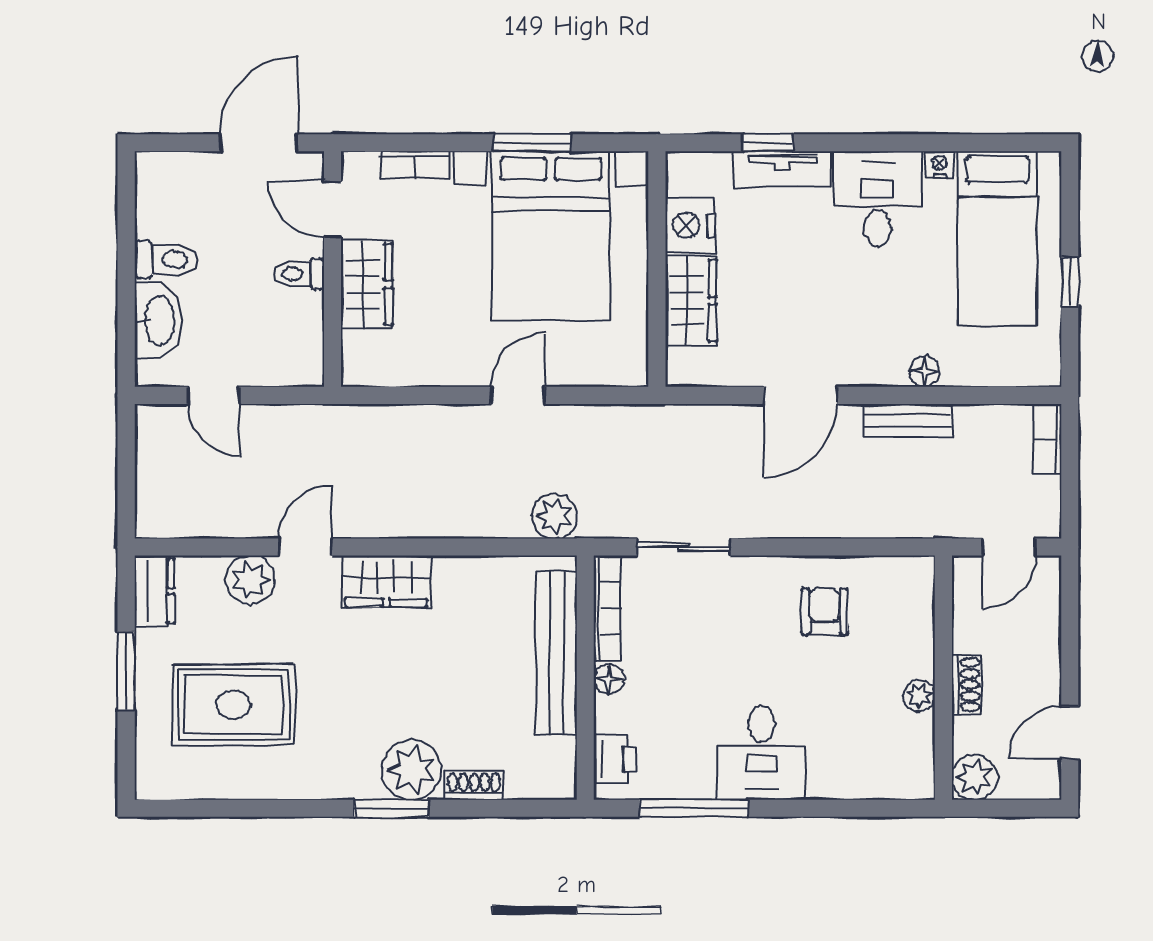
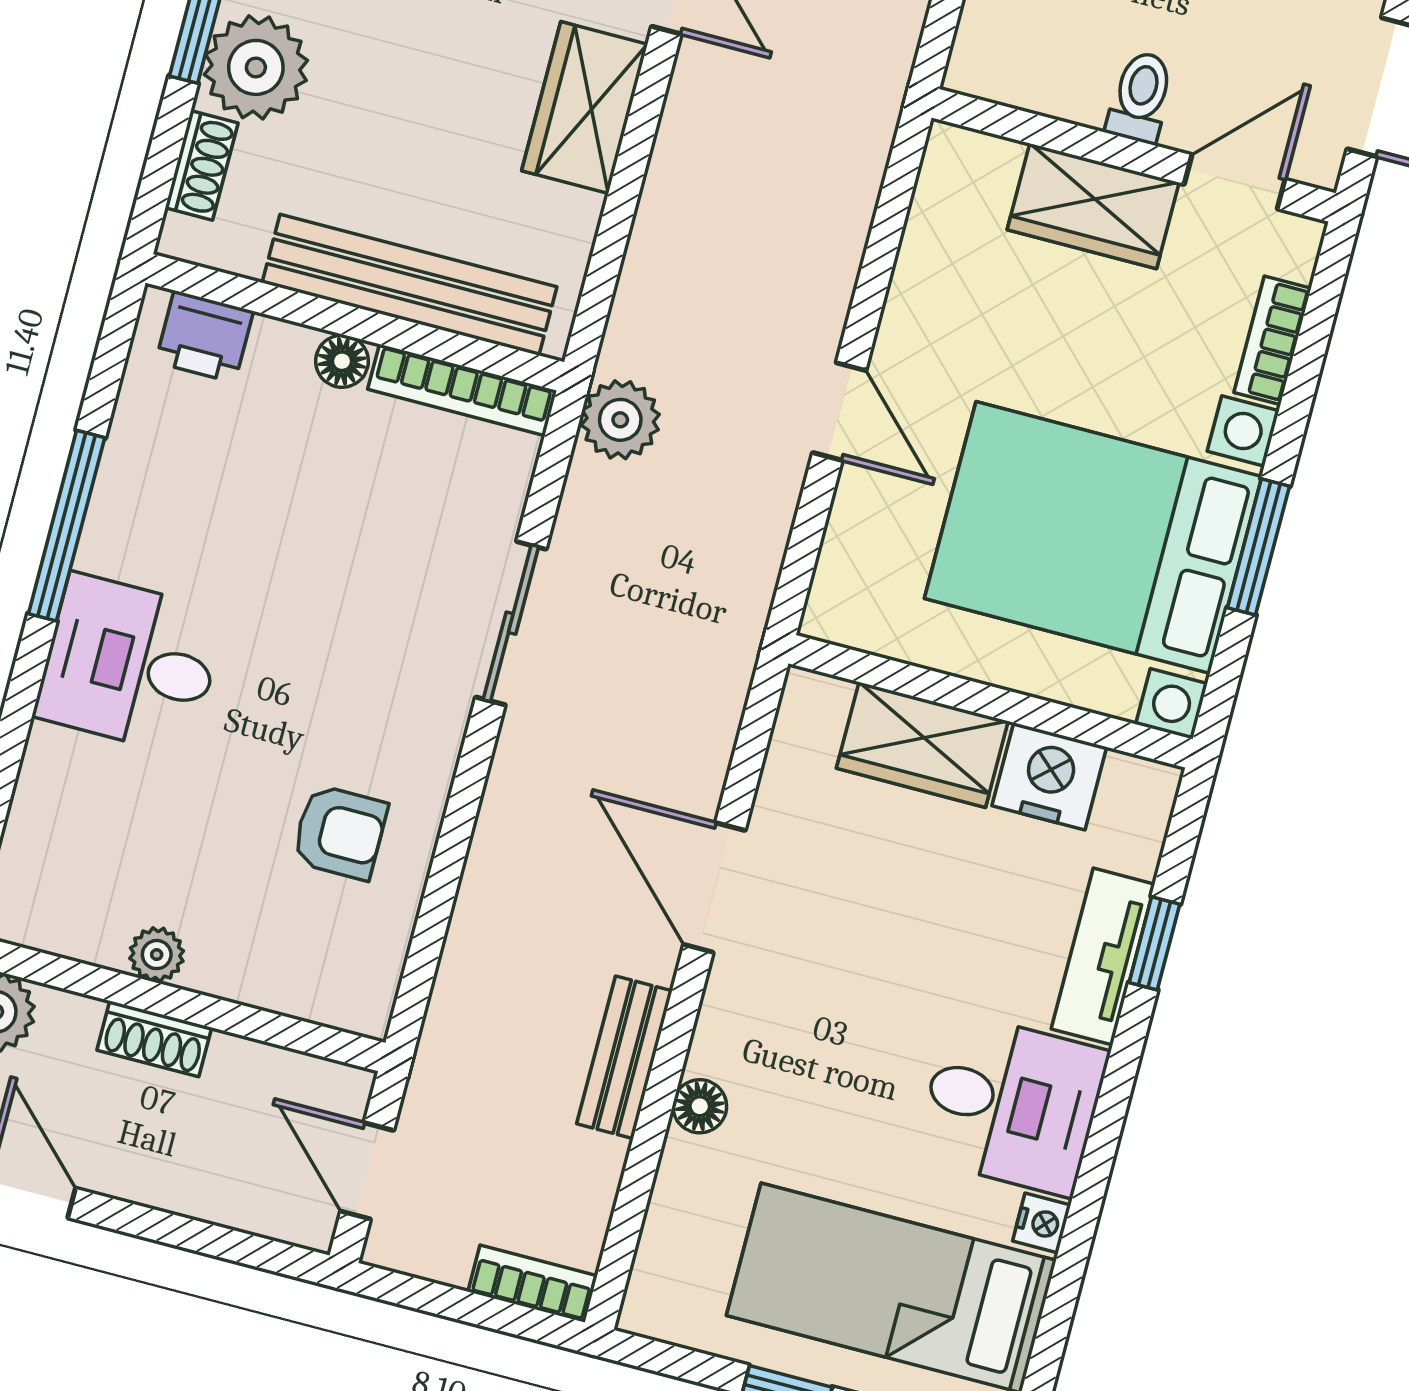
bookcase: (607, 608) -> (462, 390), moved
bench: (556, 653) -> (410, 285), moved
wall: (585, 678) -> (355, 322), moved
floor lamp: (609, 679) -> (342, 361), moved
printer: (615, 759) -> (204, 337), moved

